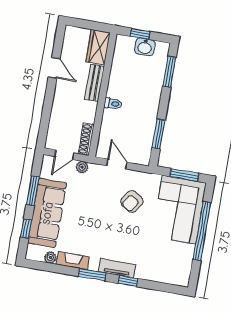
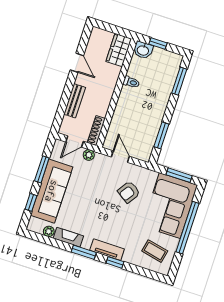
washbasin: (145, 47) -> (143, 50), moved
bench: (95, 83) -> (75, 101), moved
toilet: (113, 104) -> (131, 82), moved
coffee table: (170, 262) -> (155, 251), added

